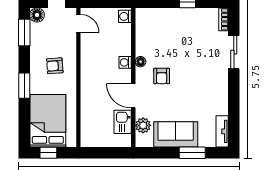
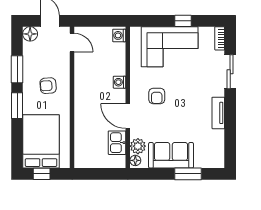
corner sofa: (174, 28) -> (170, 47), added
window: (24, 32) -> (17, 69), moved
floor lamp: (141, 62) -> (135, 160), moved
tv unit: (222, 131) -> (218, 113), moved

